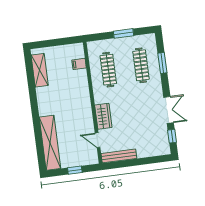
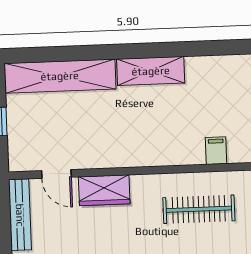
shelving: (40, 70) -> (151, 71), moved
door: (98, 140) -> (56, 174), swing flipped

